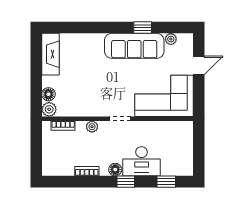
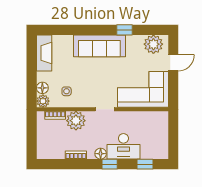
plant: (171, 39) -> (153, 44), width x1.88, depth x1.88
sofa: (134, 46) -> (99, 46), moved
side table: (76, 98) -> (67, 91), added
plant: (92, 127) -> (76, 121), width x1.87, depth x1.87

